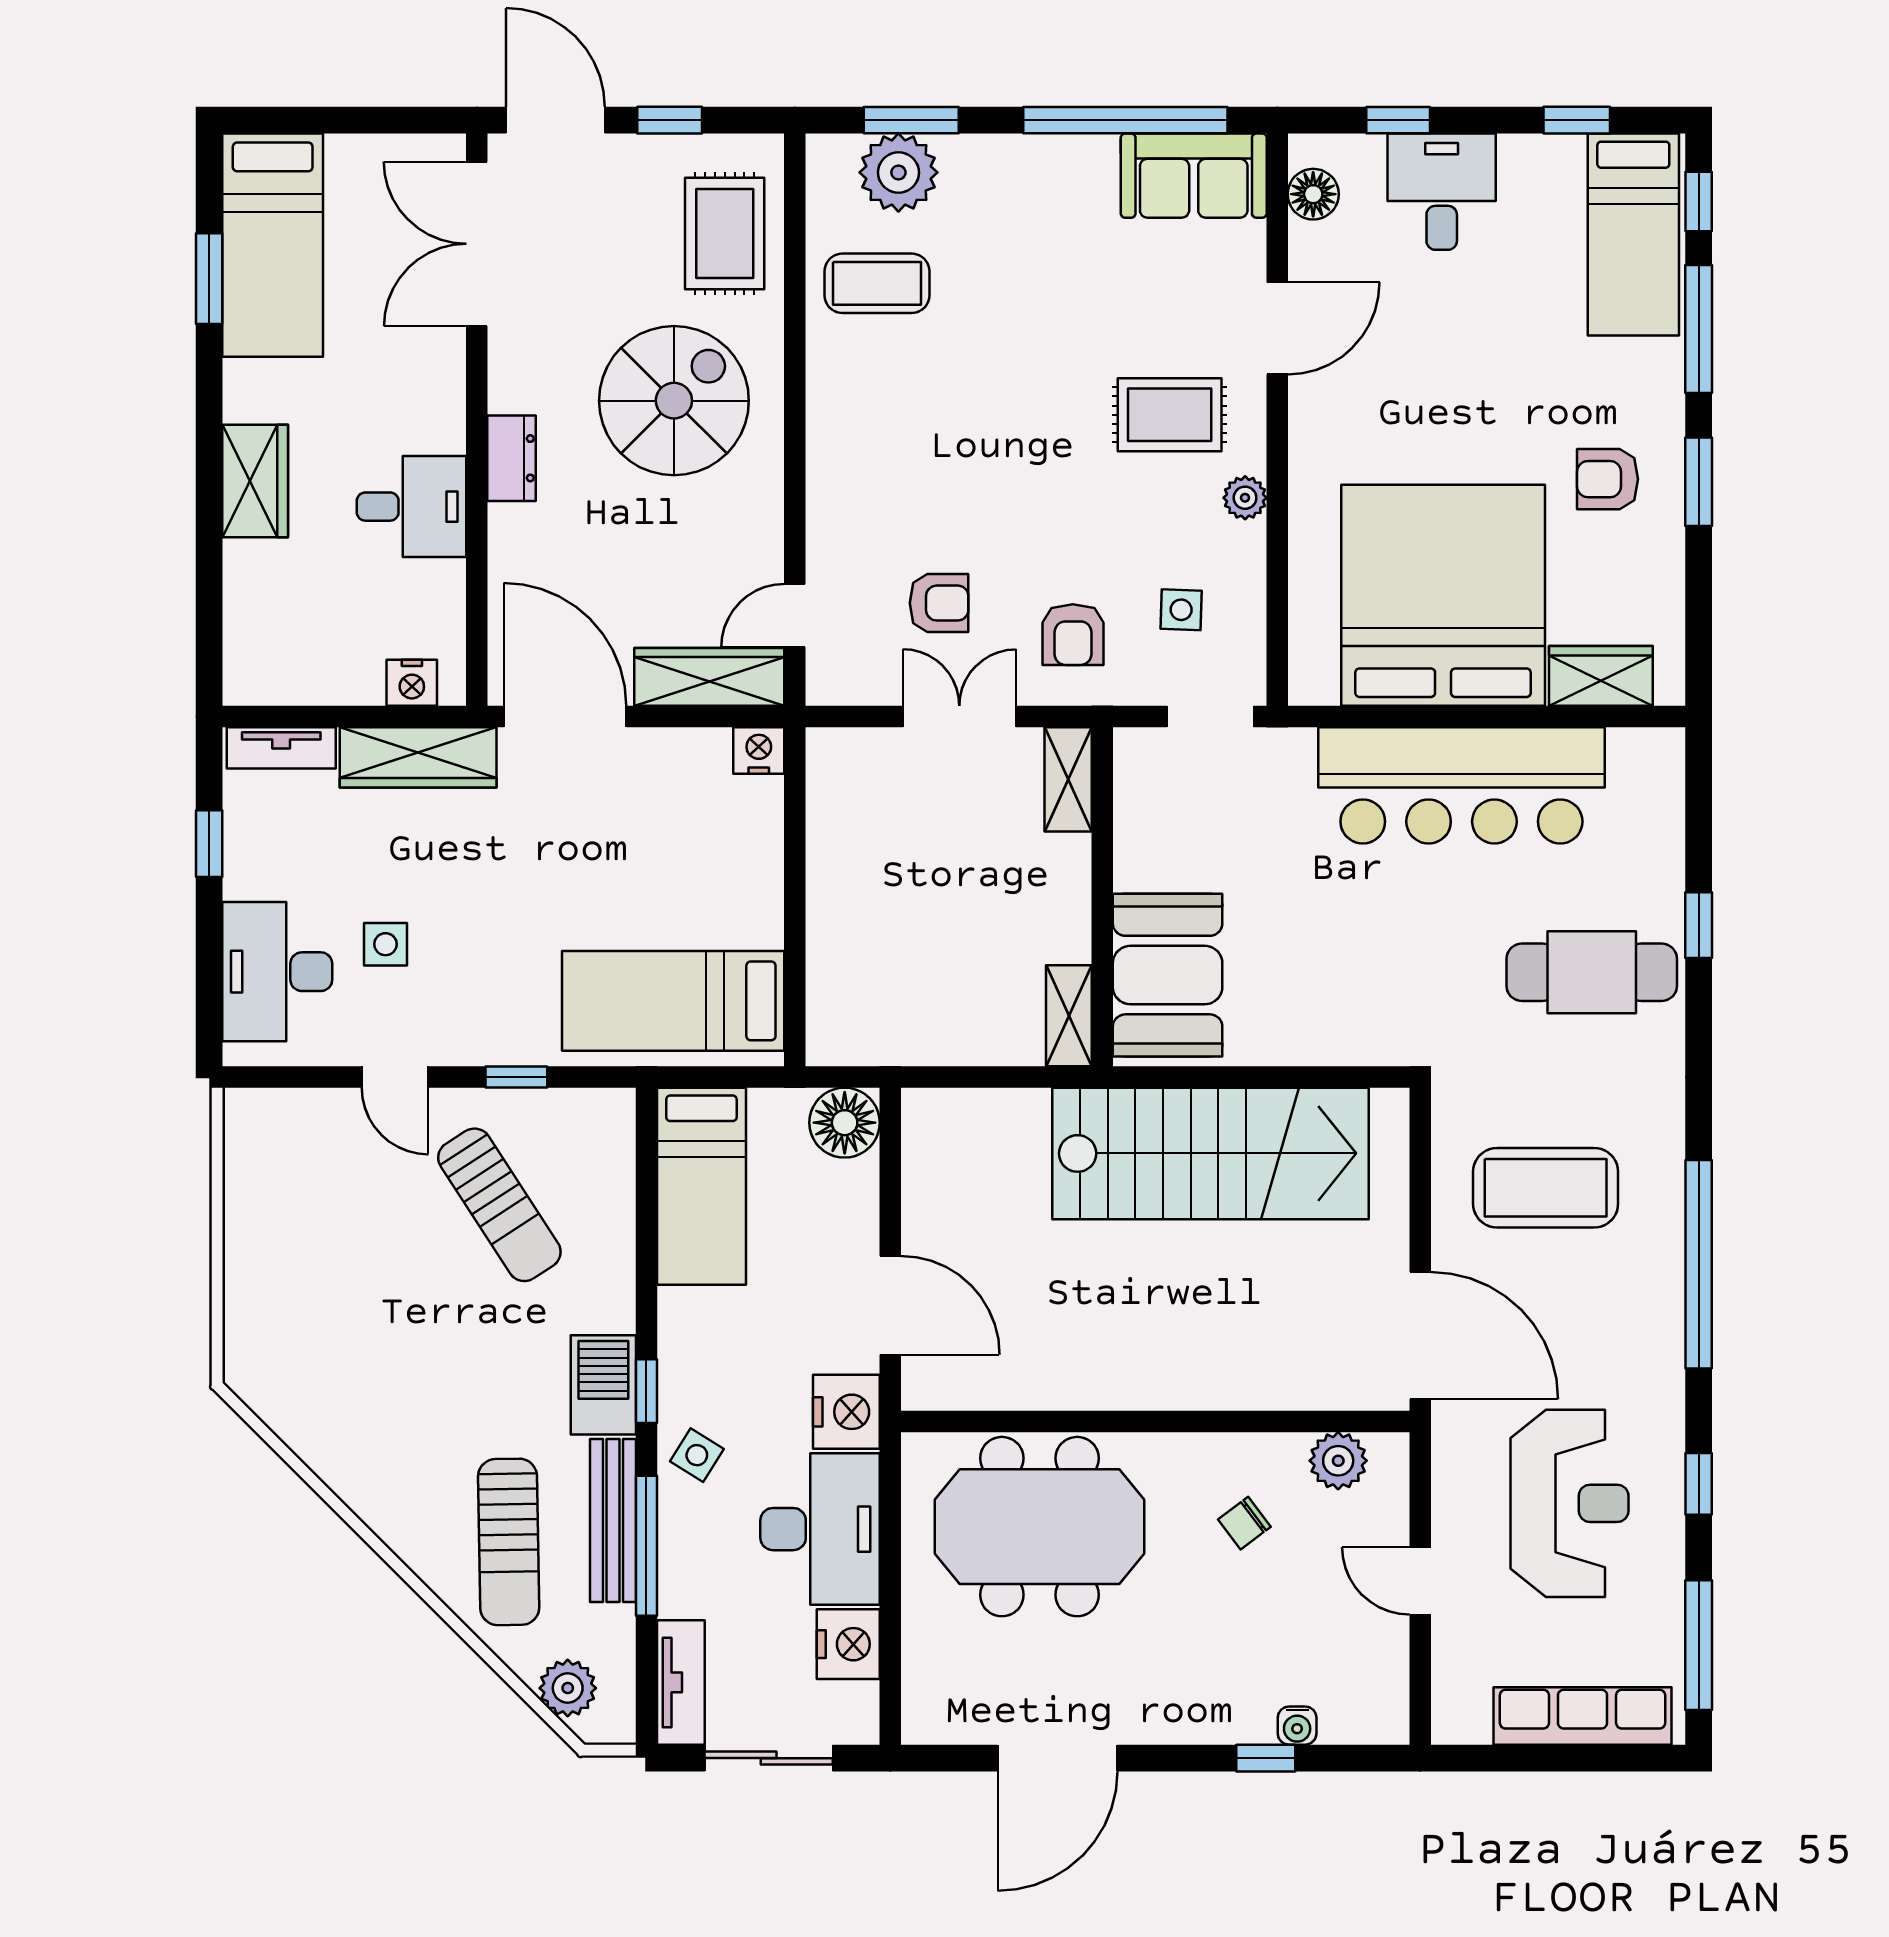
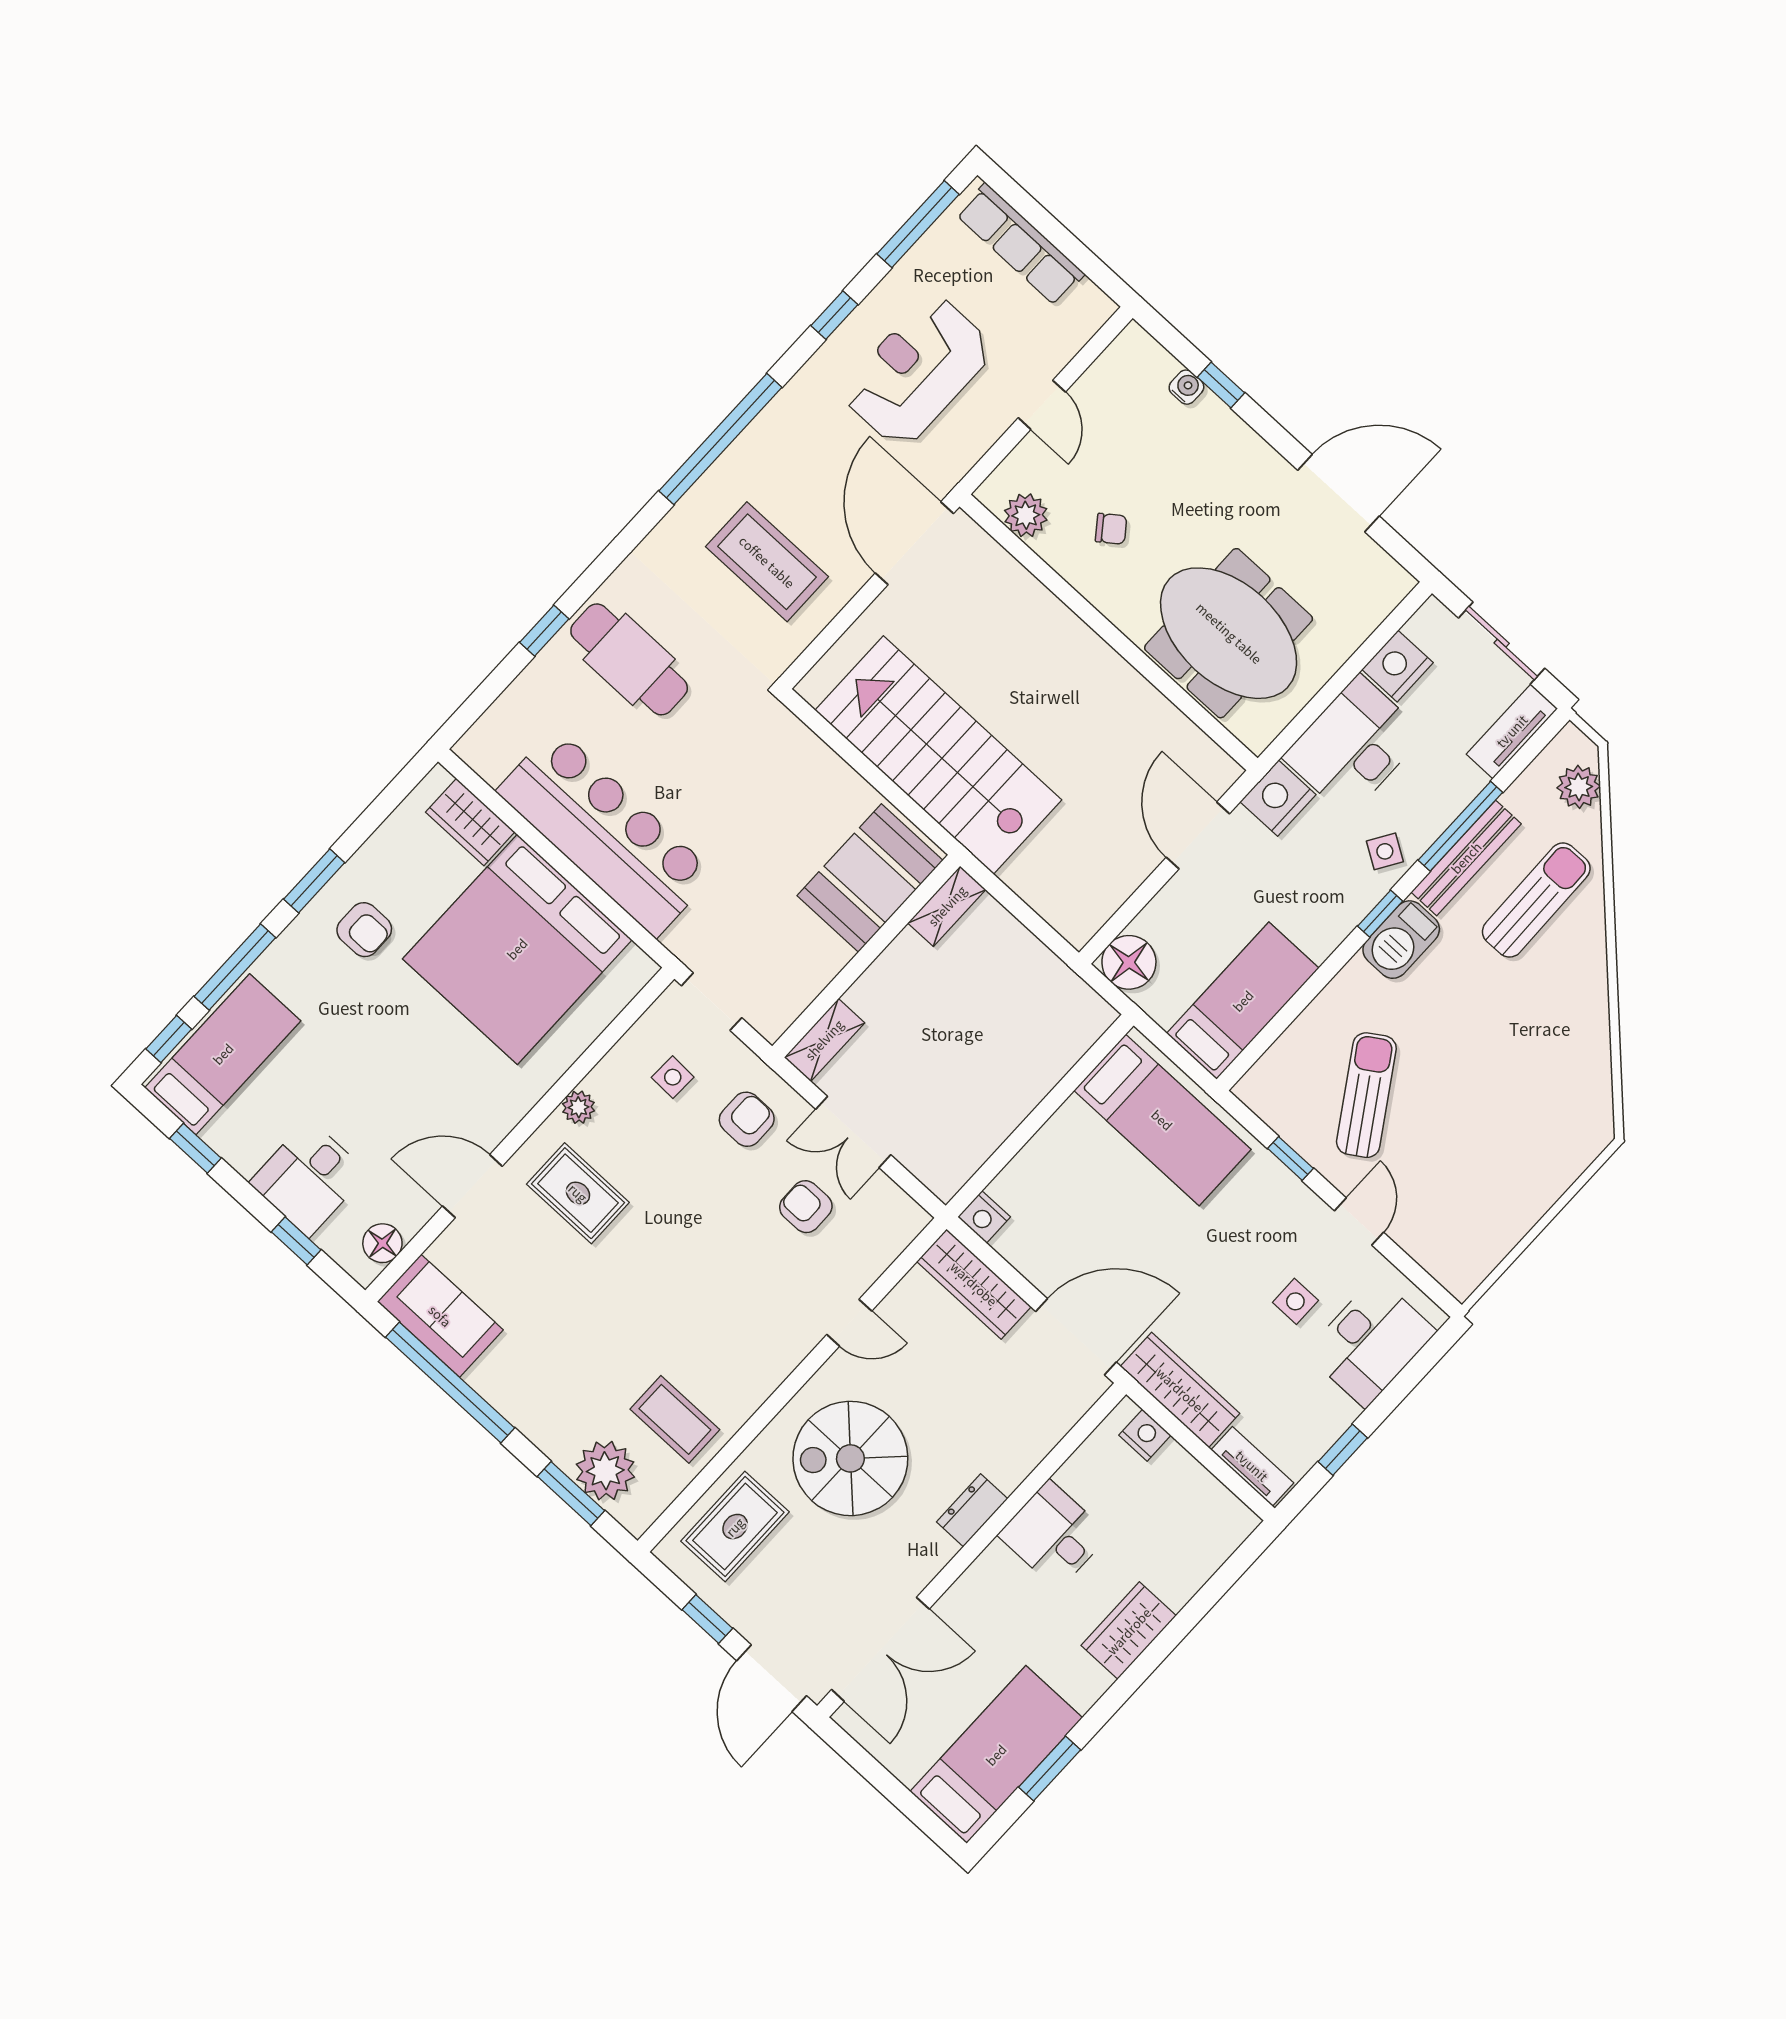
door: (795, 616) -> (849, 1323), moved
door: (565, 717) -> (1076, 1337), swing flipped

